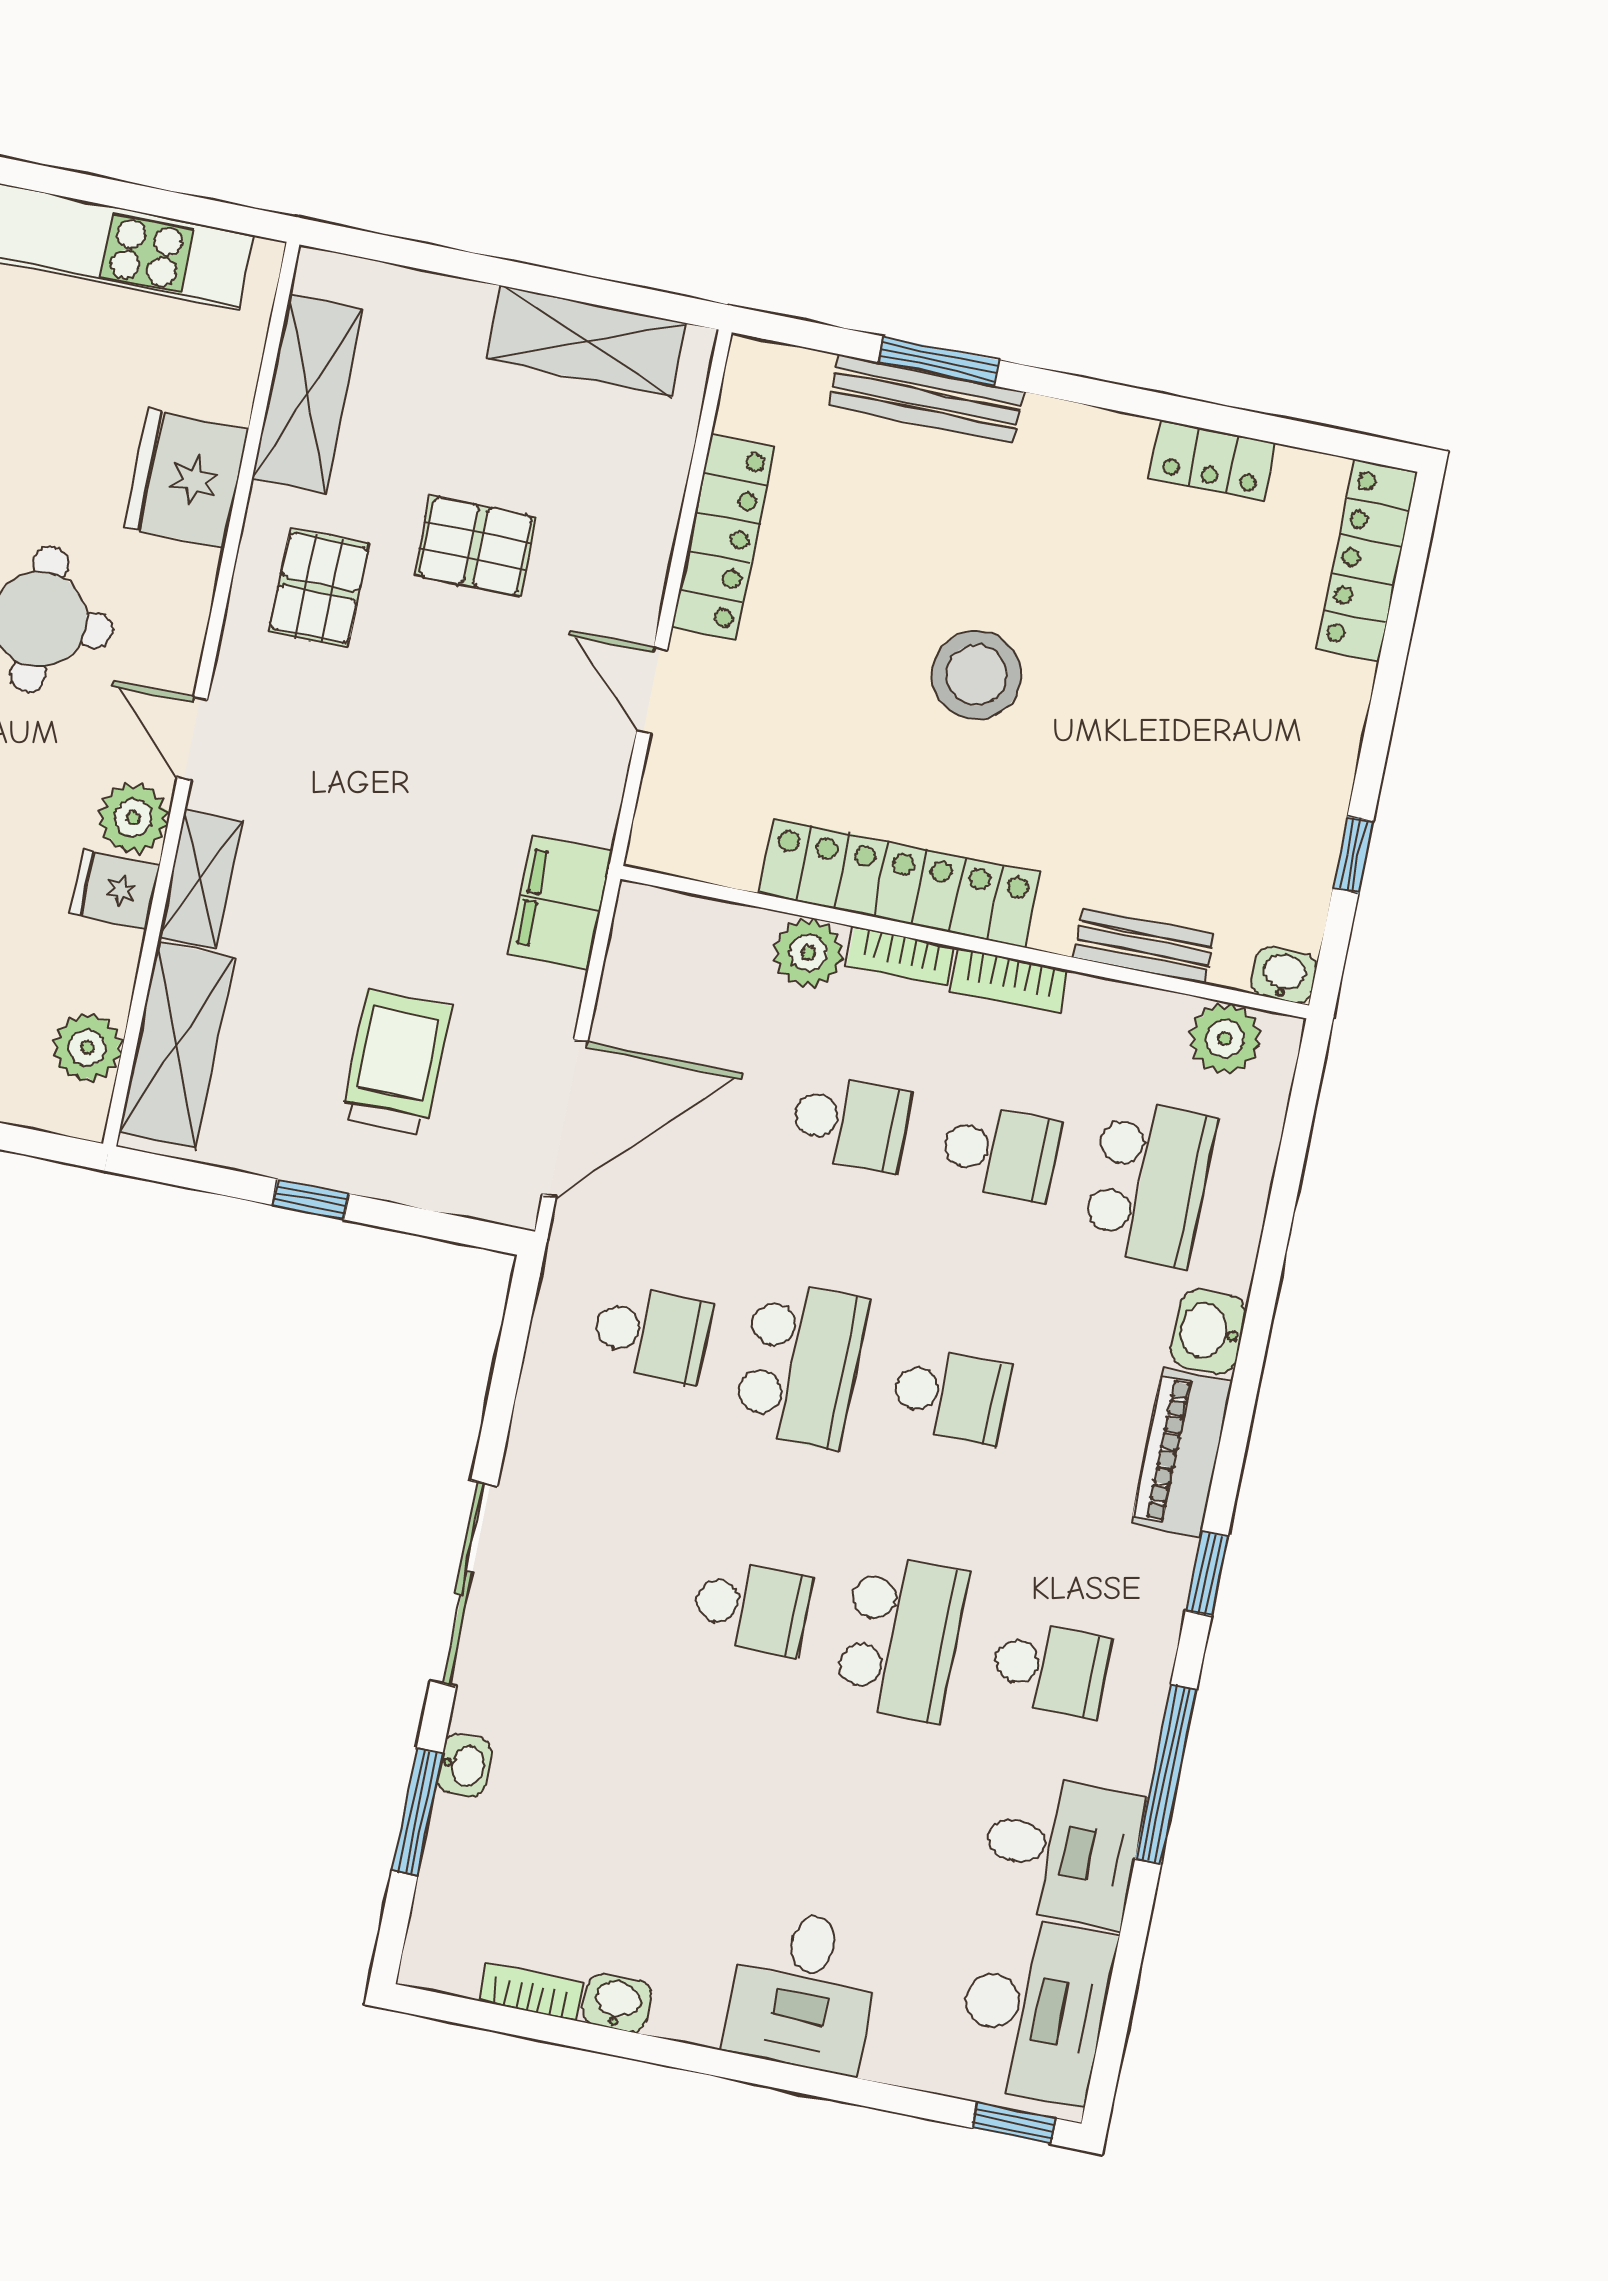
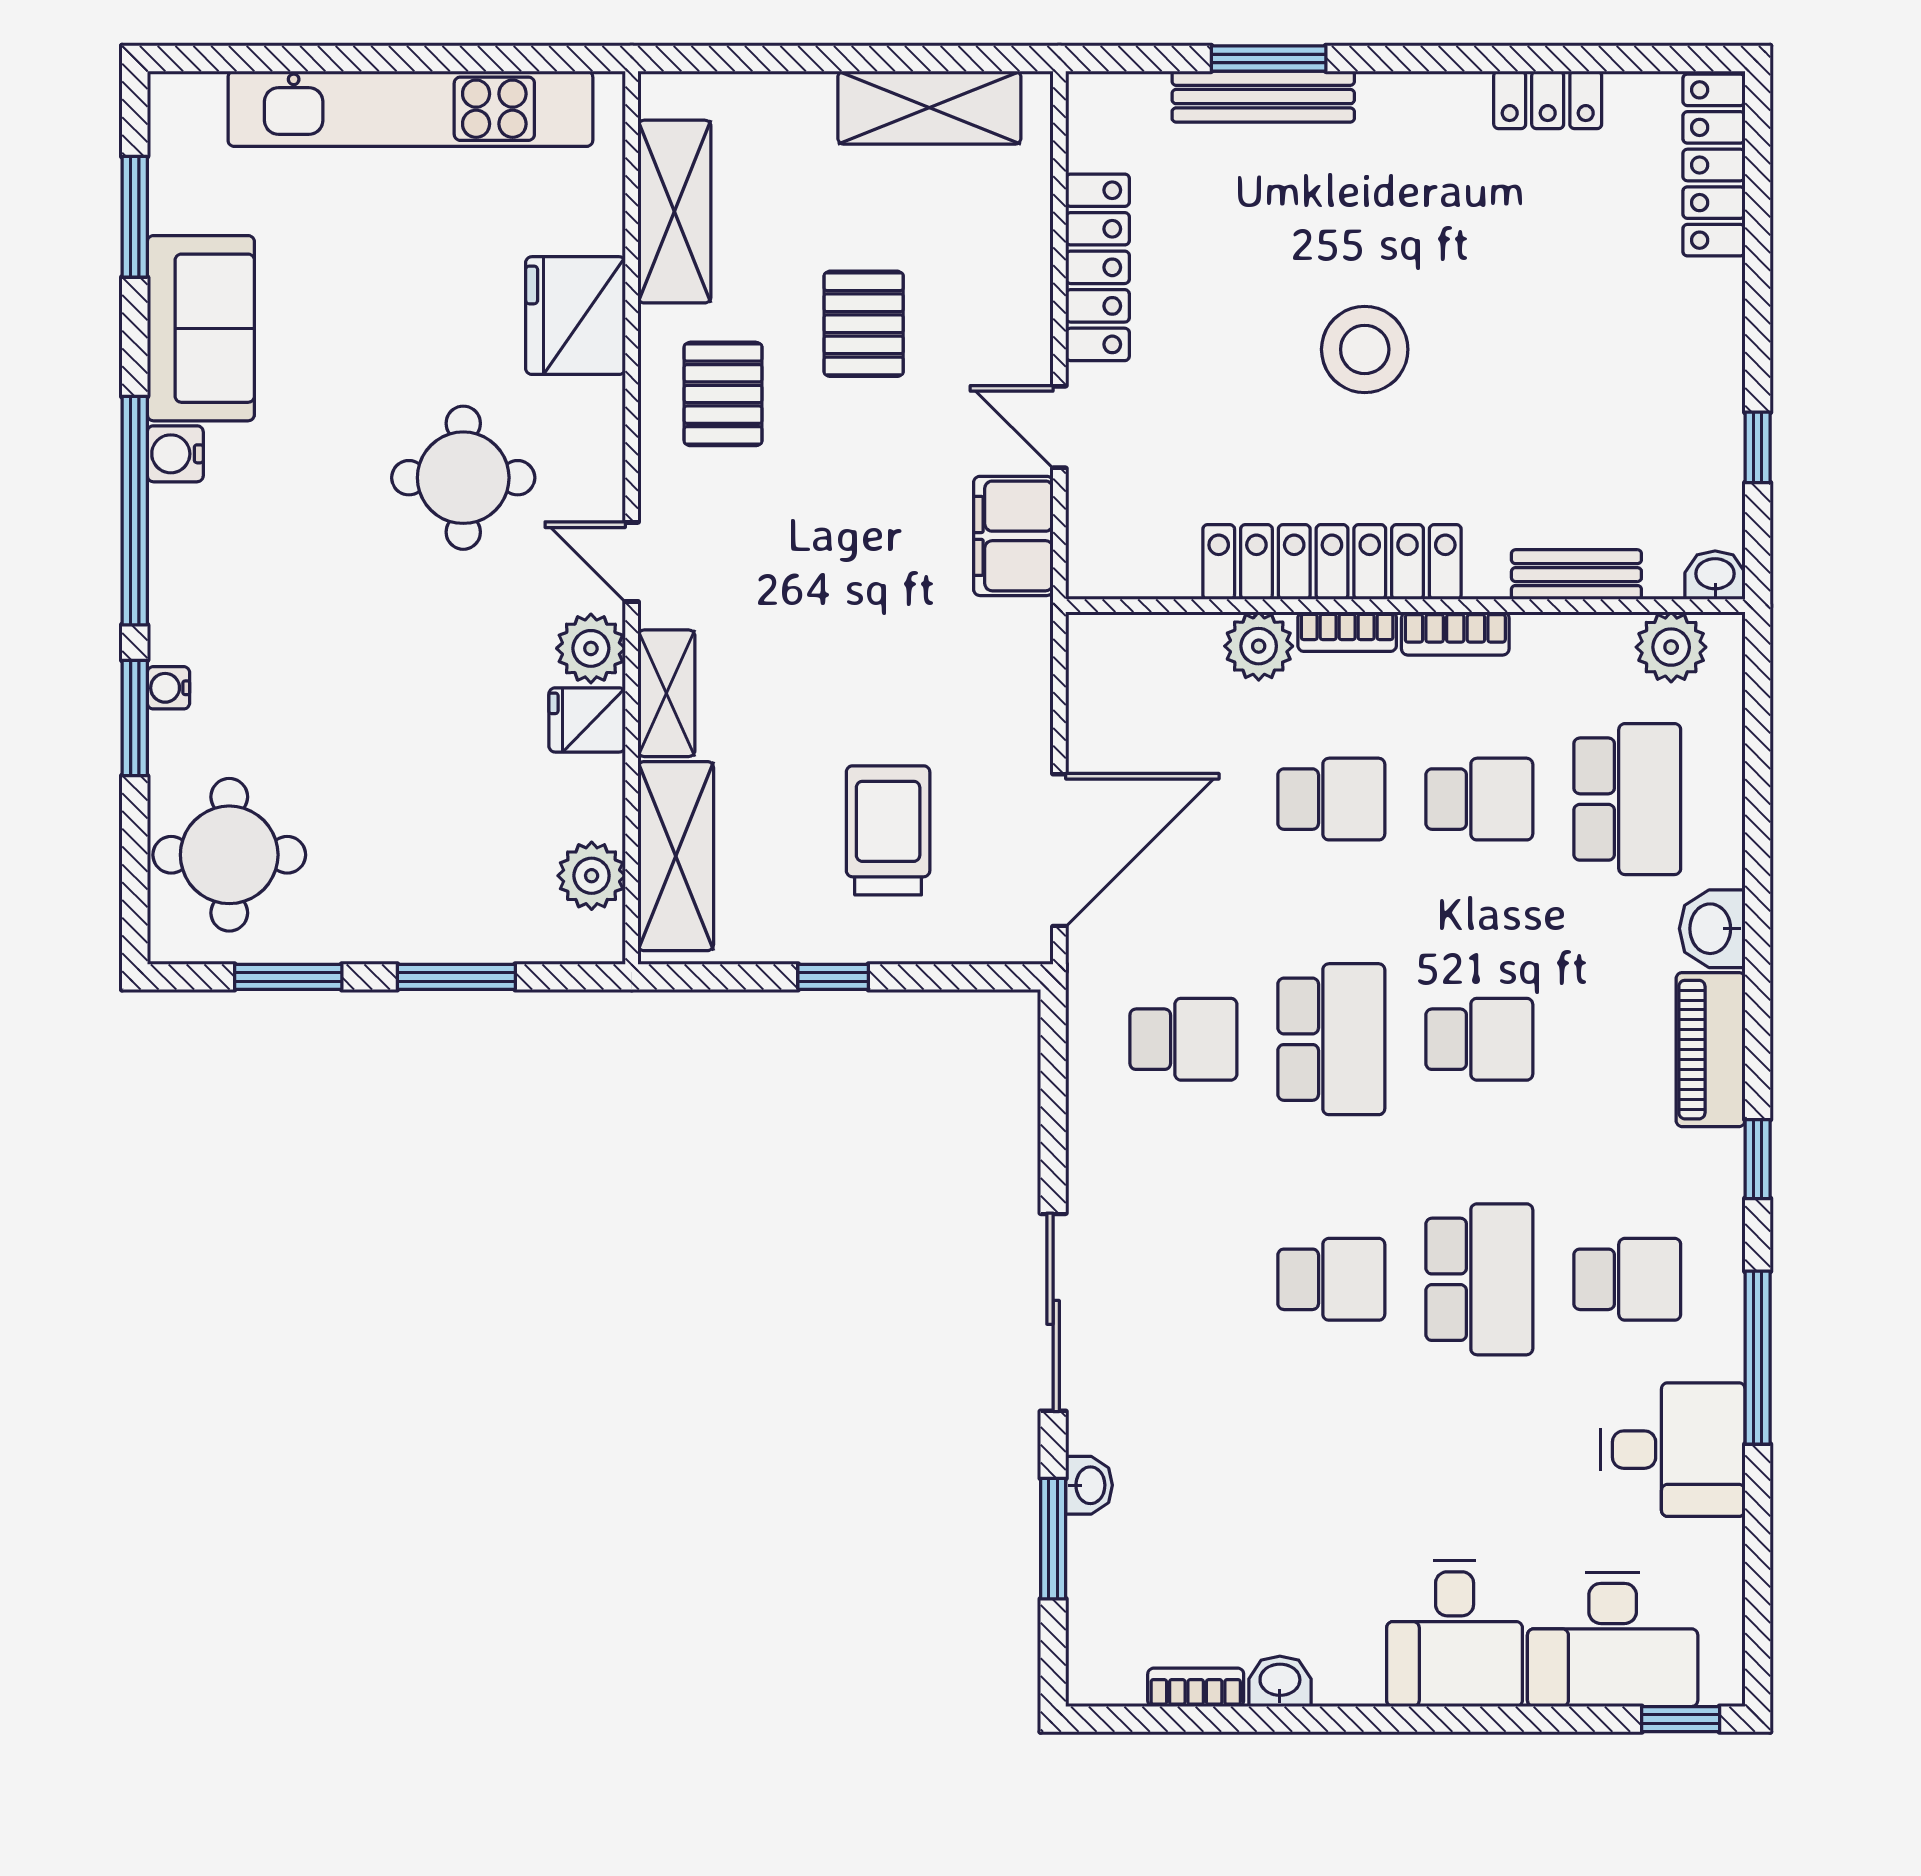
pallet: (475, 546) -> (864, 324), turned 90
filing cabinet: (560, 903) -> (1013, 536), moved
desk: (1035, 2009) -> (1613, 1640), moved, turned 90

